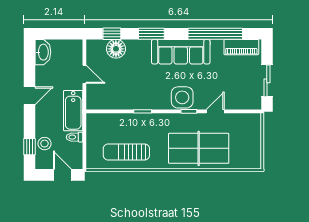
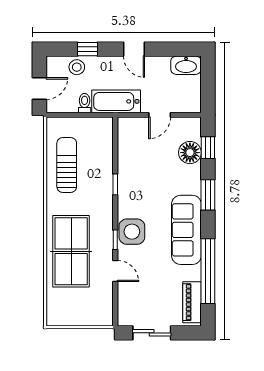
window: (29, 147) -> (88, 49), moved

